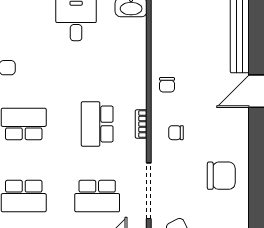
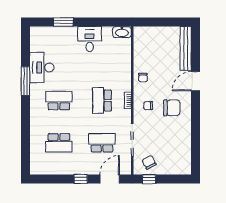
chair: (221, 176) -> (172, 108), moved
school desk: (97, 196) -> (102, 143), turned 180

